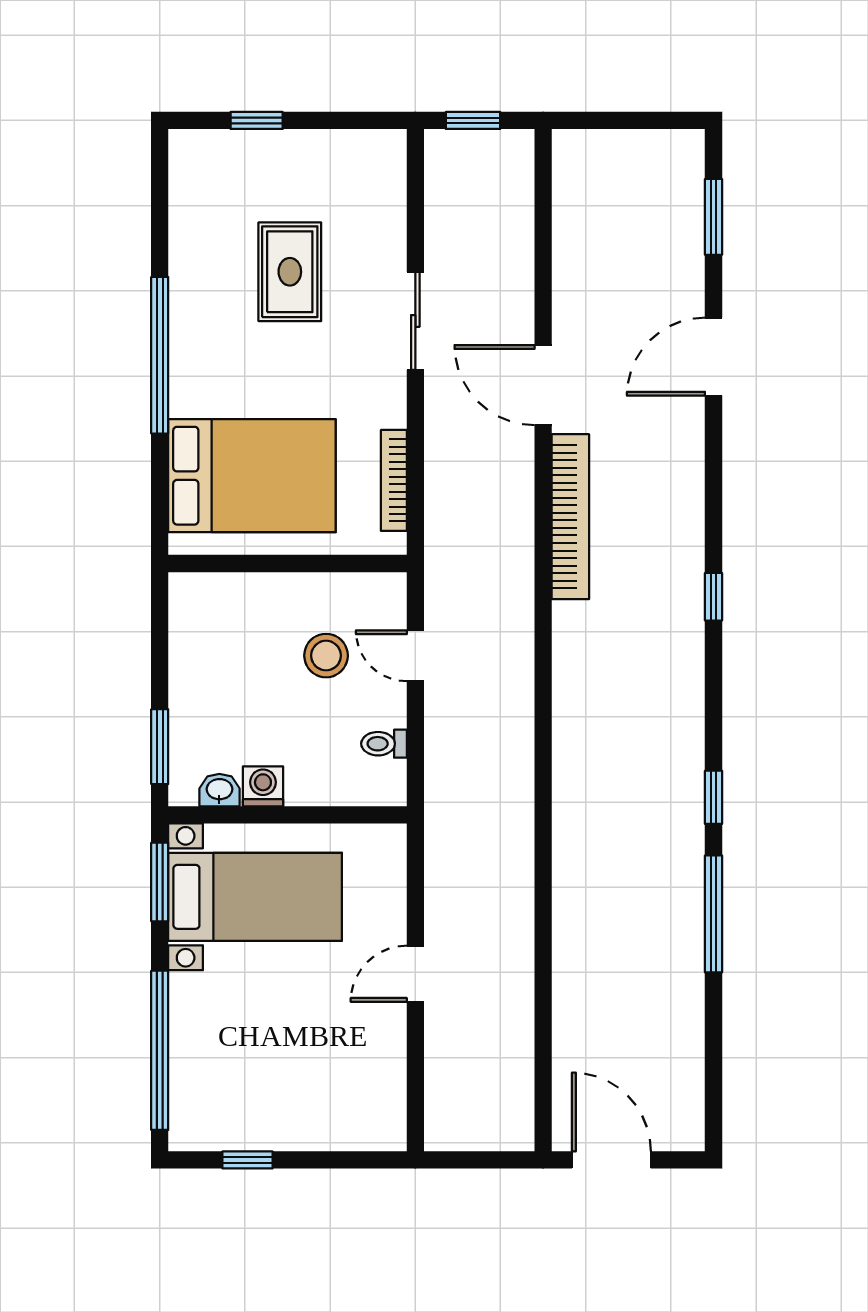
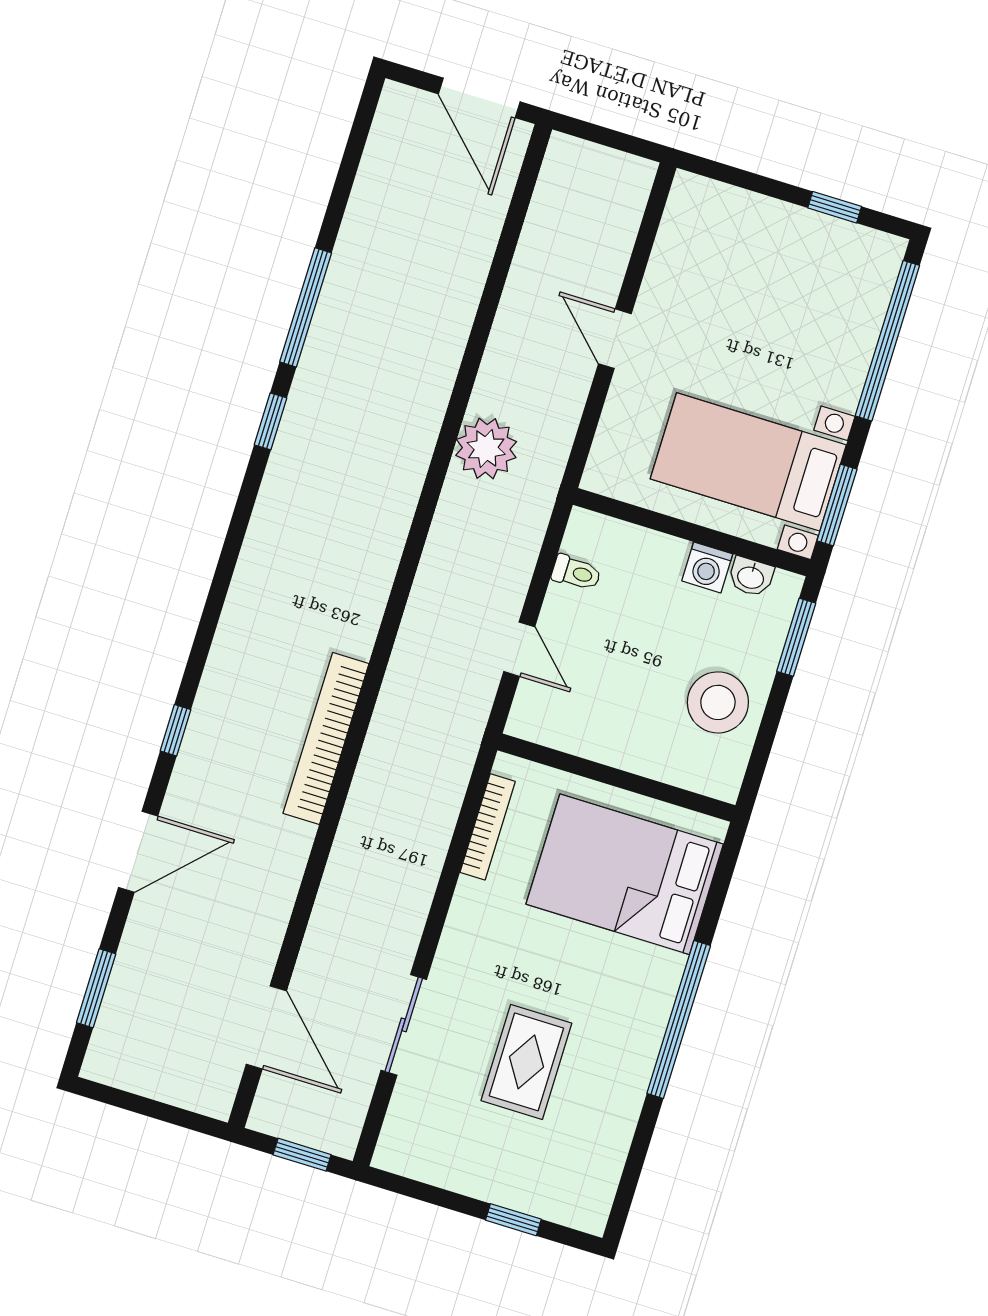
sliding door: (415, 321) -> (404, 1025), moved
door: (543, 385) -> (266, 1028), moved
window: (714, 597) -> (176, 730), moved
stool: (326, 656) -> (718, 702), moved, width x1.38, depth x1.38
plant: (504, 834) -> (486, 448), added
door: (415, 974) -> (615, 339), swing flipped

